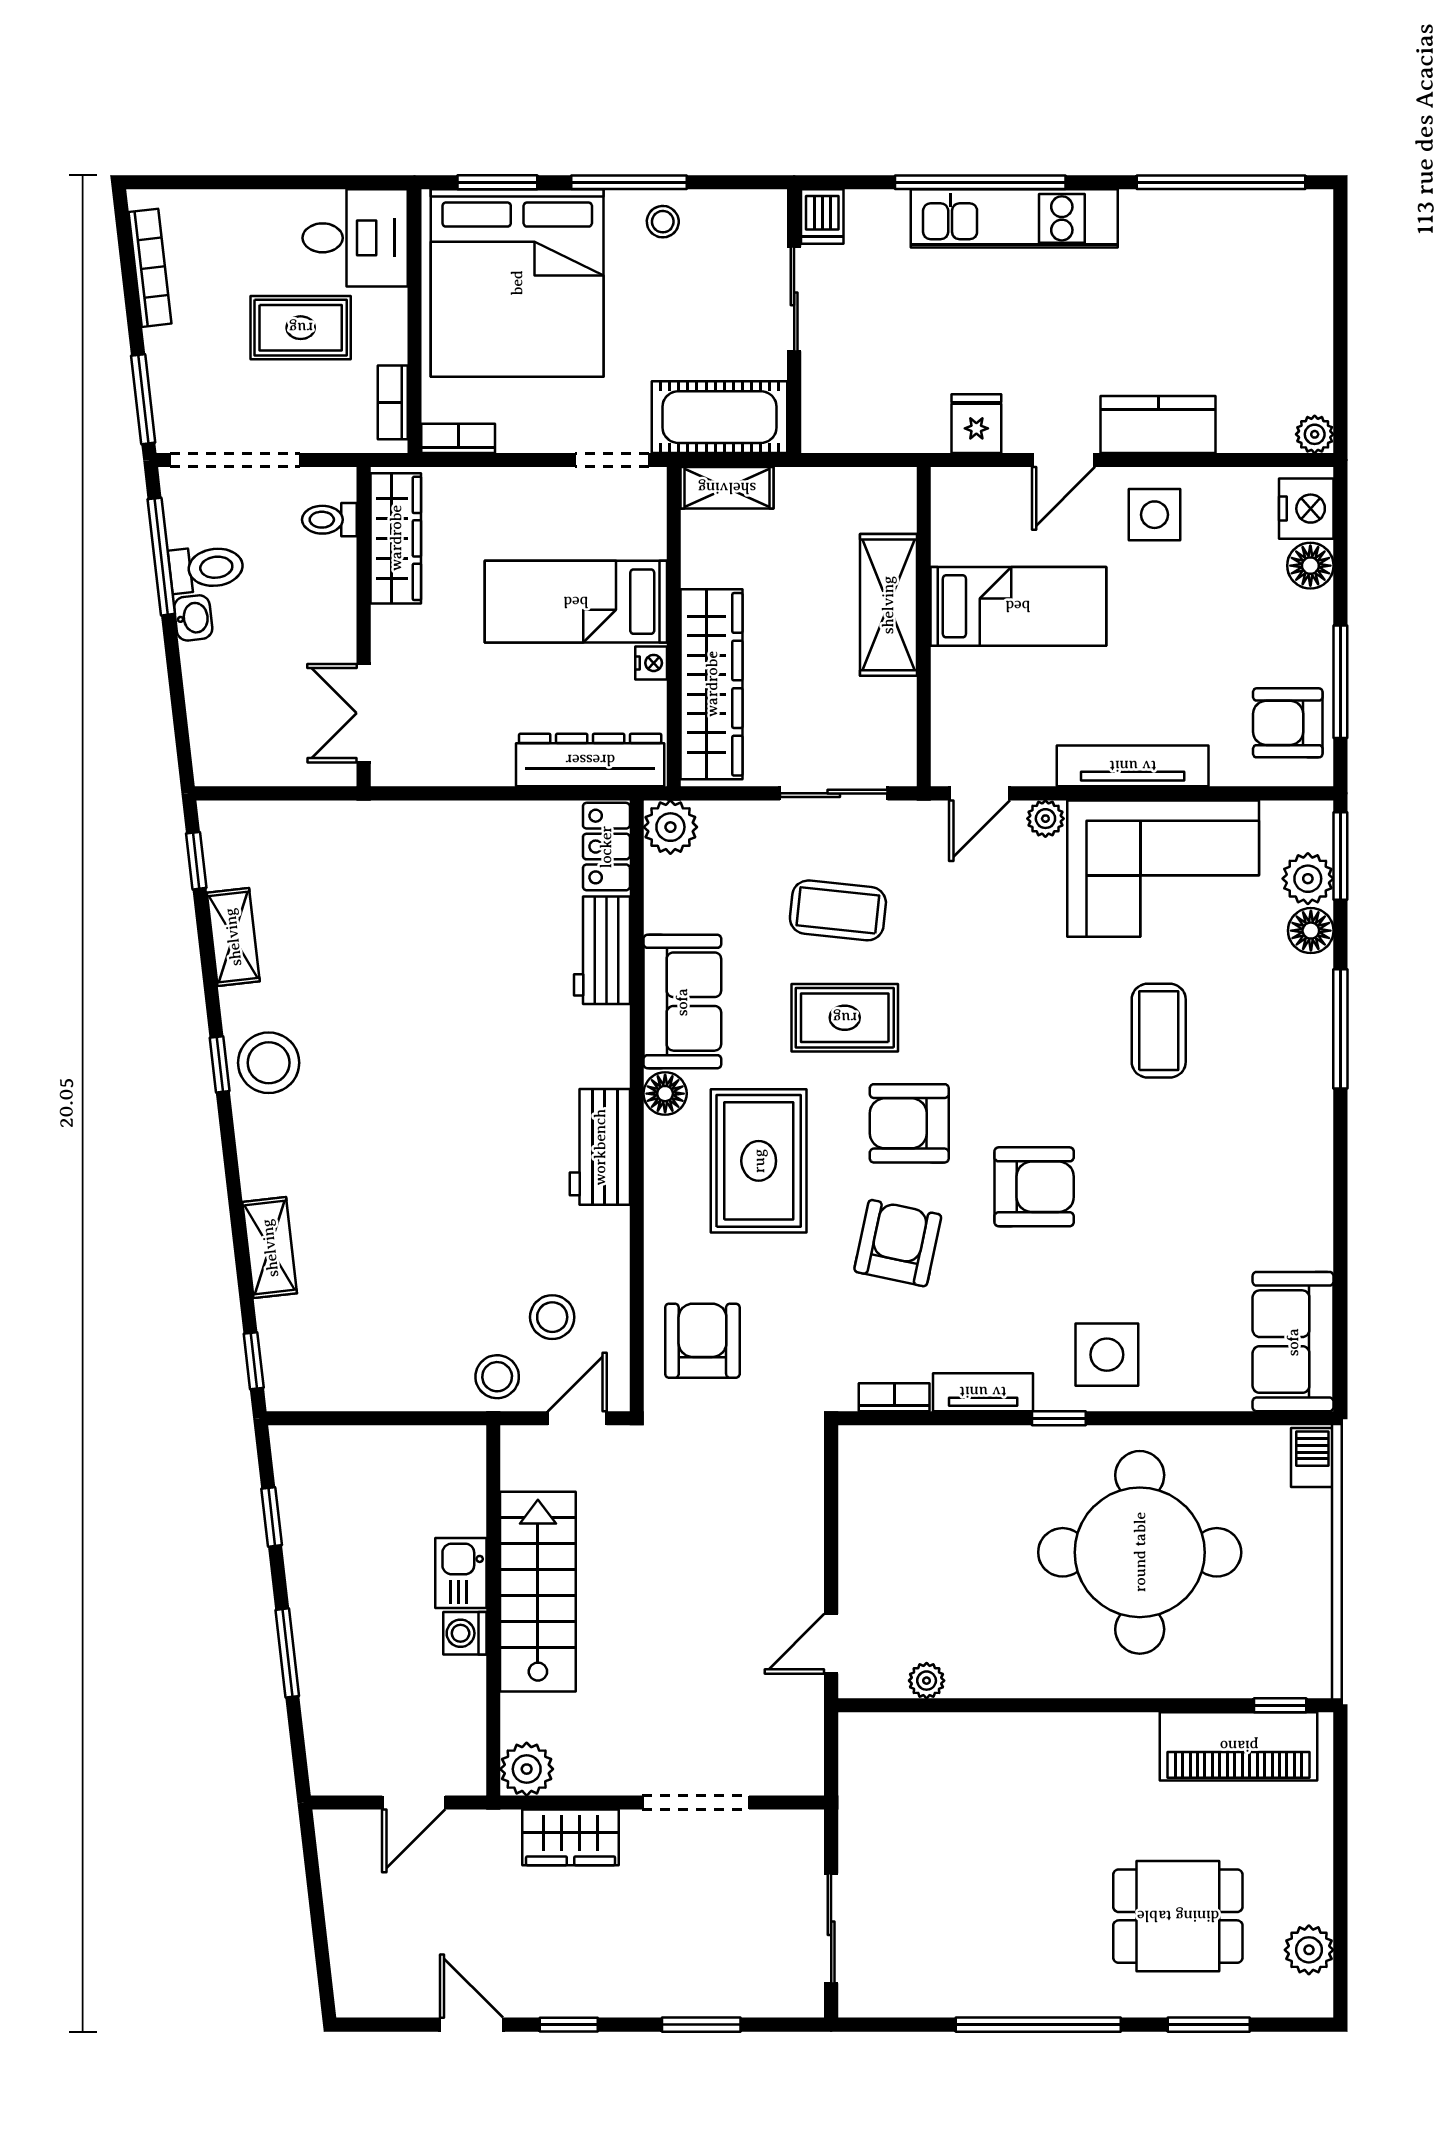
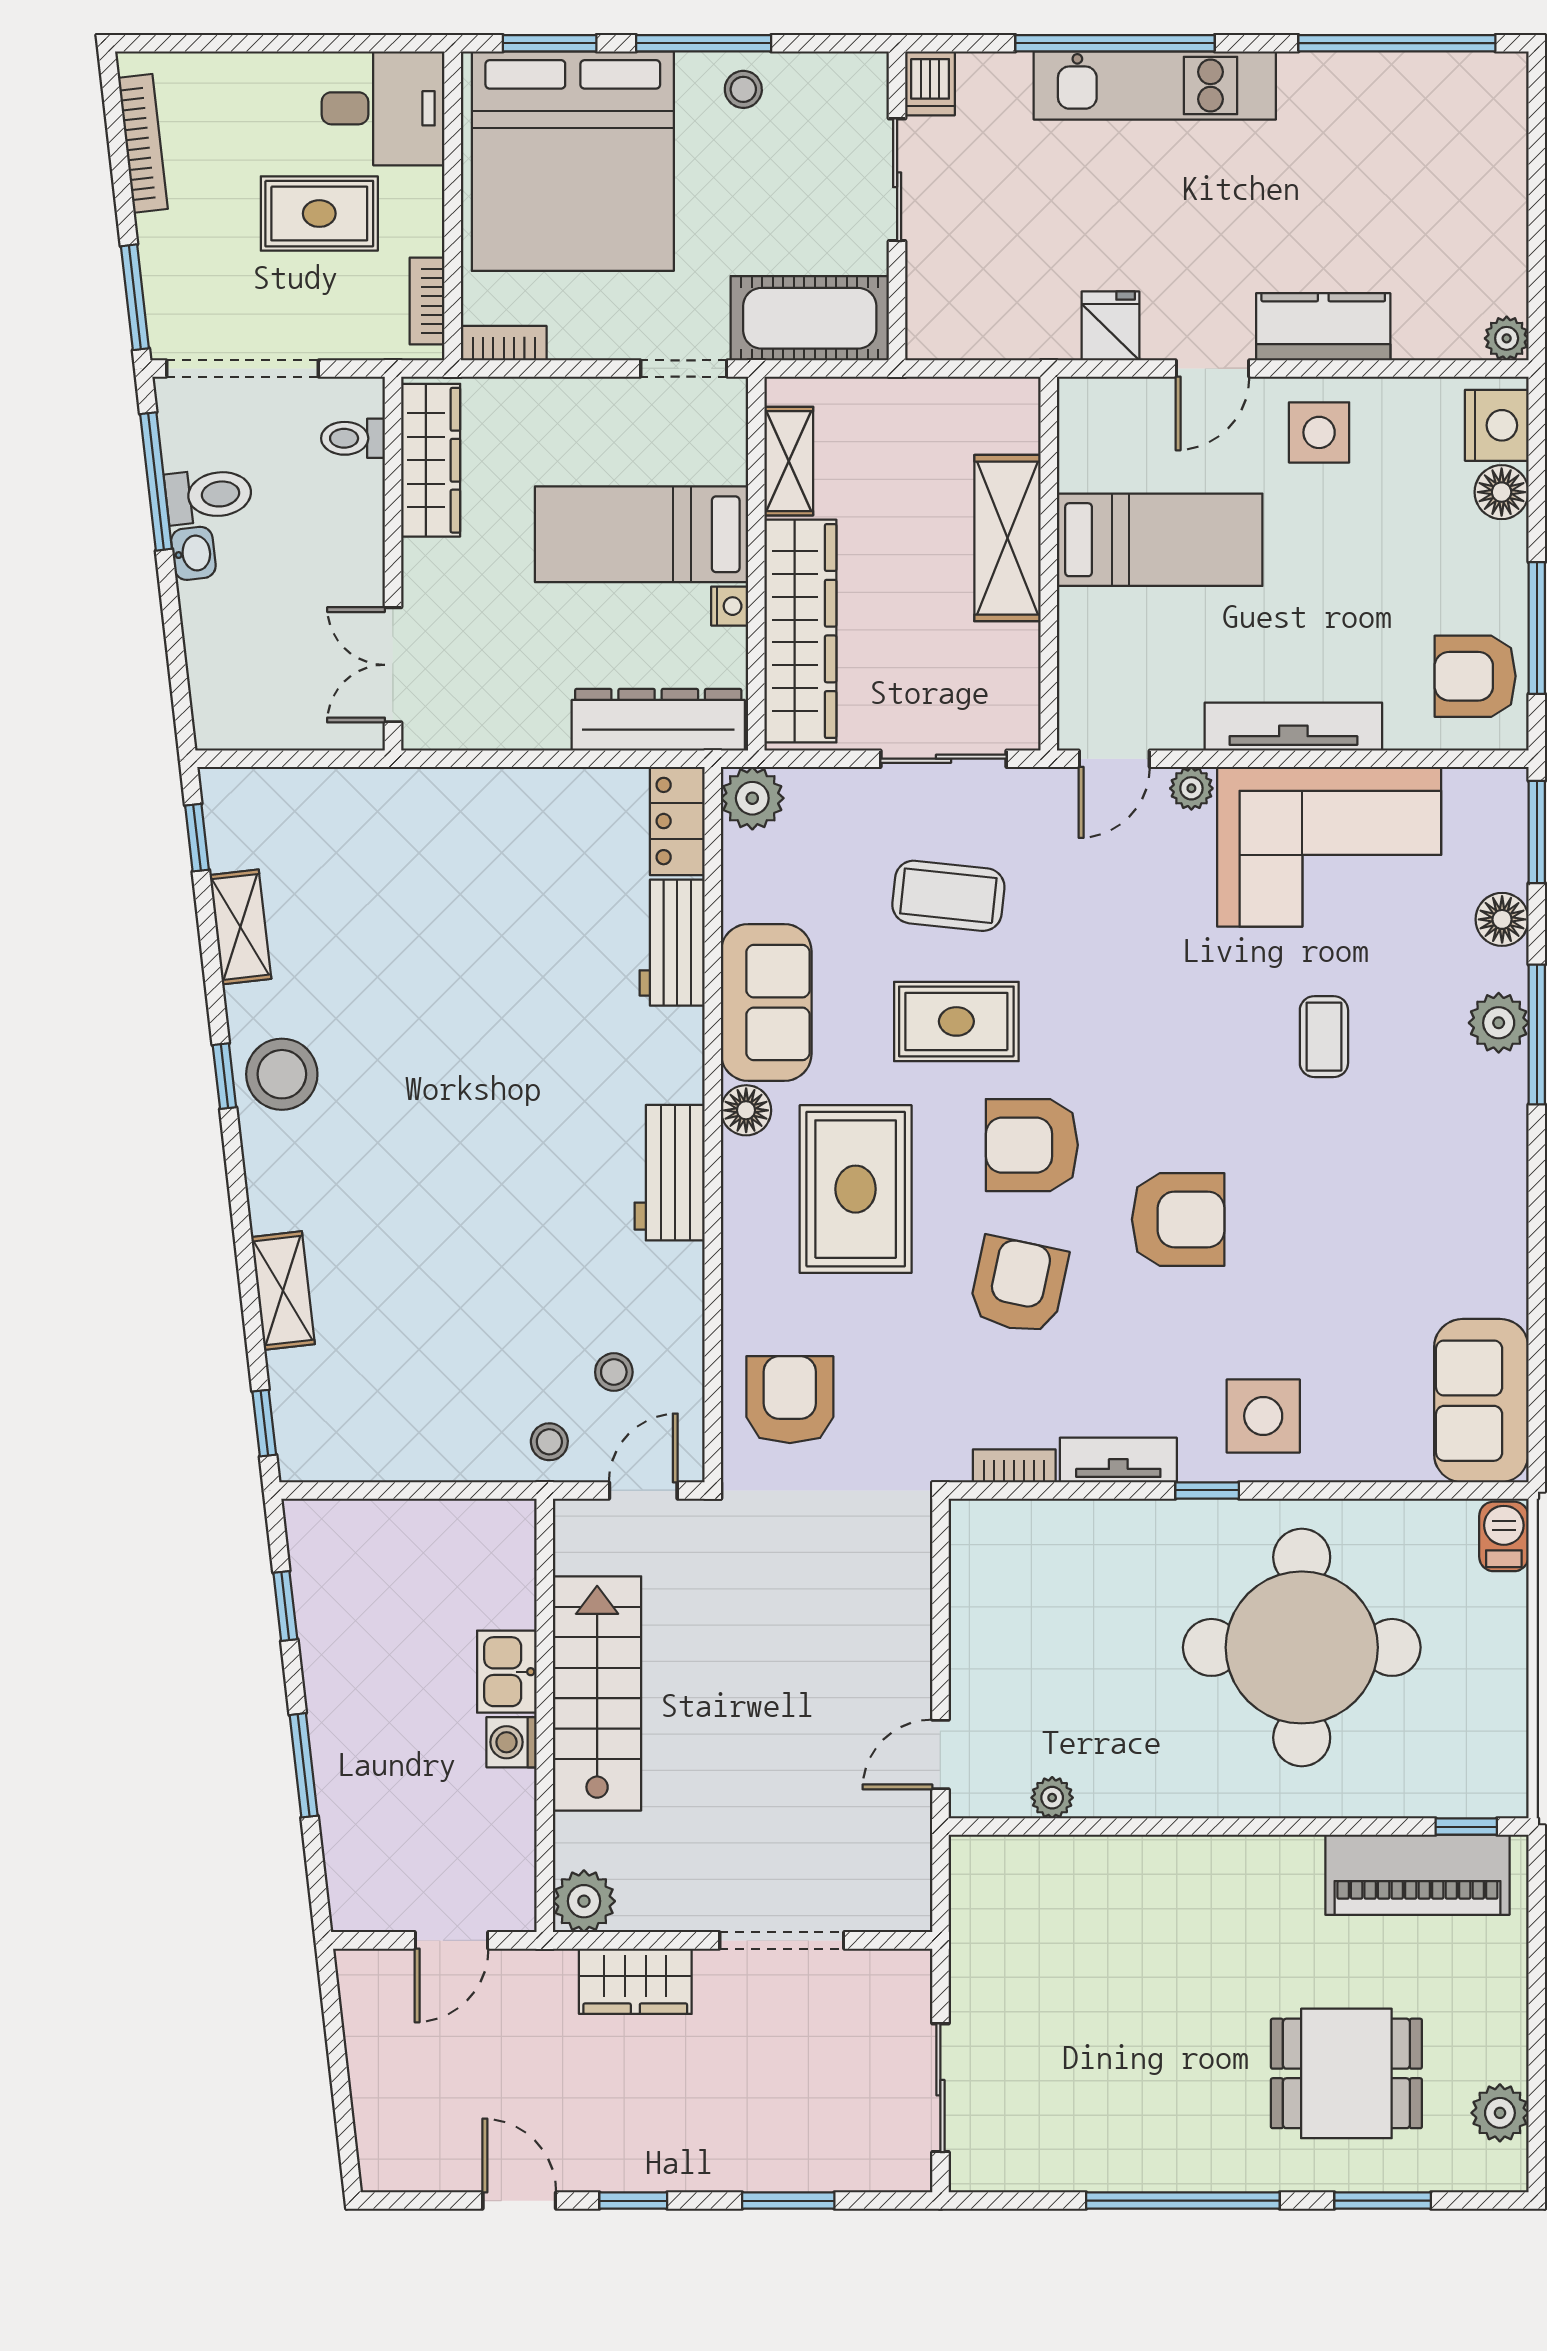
shelving: (727, 488) -> (789, 461), moved, turned 90
plant: (1308, 879) -> (1499, 1023), moved
coffee table: (1159, 1031) -> (1324, 1037), width x0.73, depth x0.77
stool: (552, 1317) -> (614, 1372), width x0.73, depth x0.73
stool: (497, 1377) -> (549, 1442), width x0.73, depth x0.73

